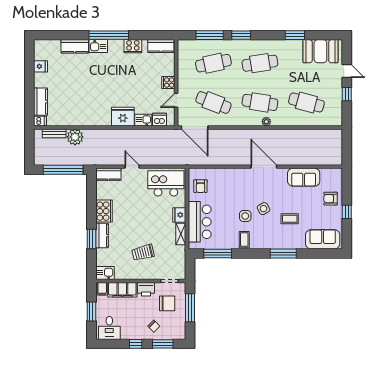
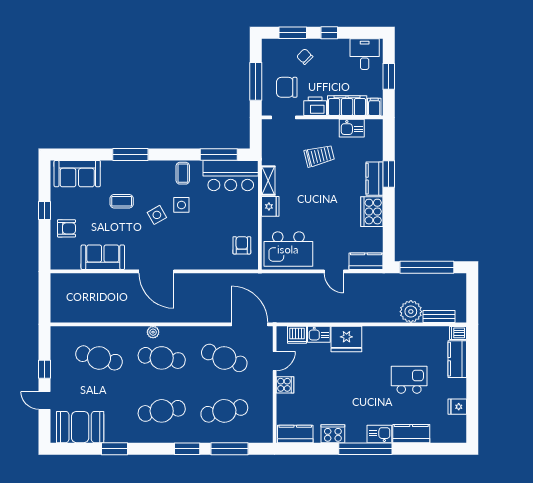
kitchen island: (76, 86) -> (409, 380), added
bar counter: (200, 222) -> (231, 176), moved, turned -90
kitchen sink: (105, 273) -> (352, 128), moved

